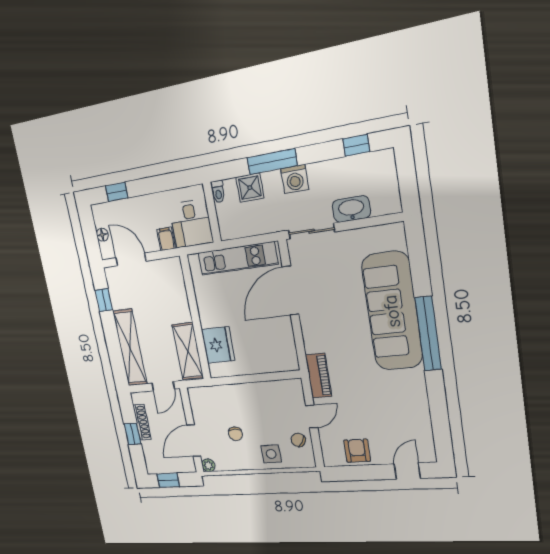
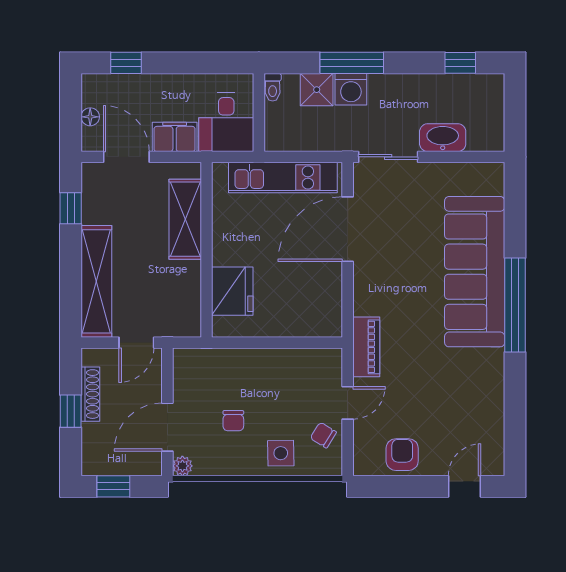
washing machine: (295, 179) -> (351, 89), moved
filing cabinet: (166, 239) -> (175, 137), width x2.00
shelving: (188, 351) -> (185, 219), moved

